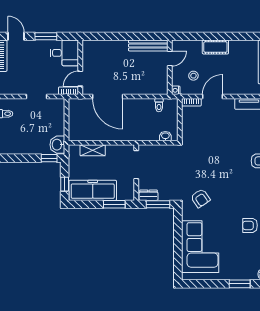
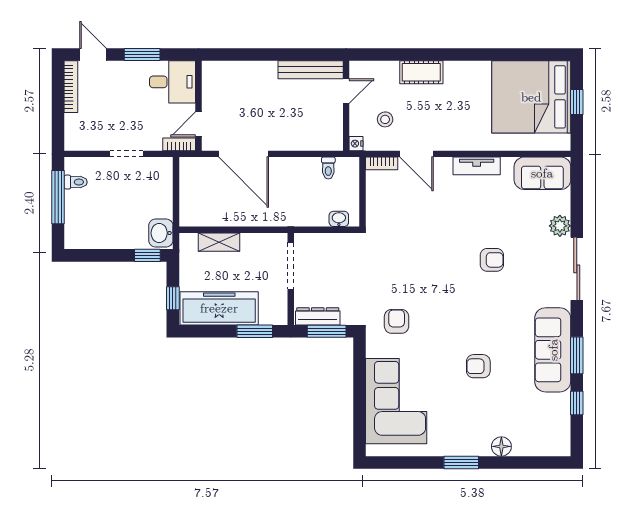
door: (213, 97) -> (417, 154), swing flipped
dresser: (148, 195) -> (318, 316), width x1.44
armchair: (200, 198) -> (397, 321), turned -146

